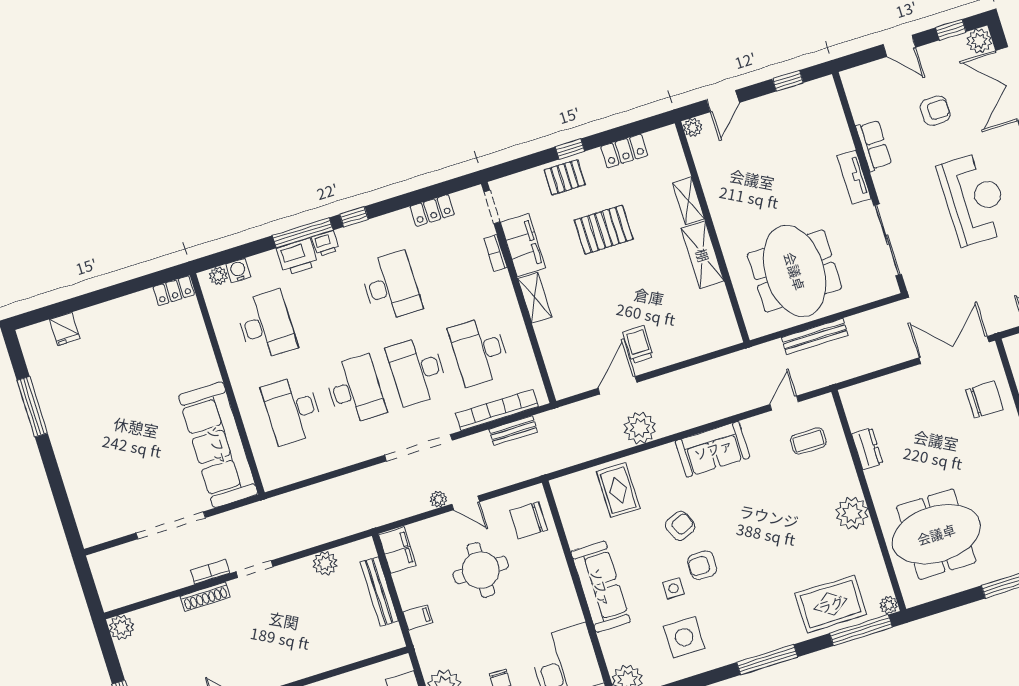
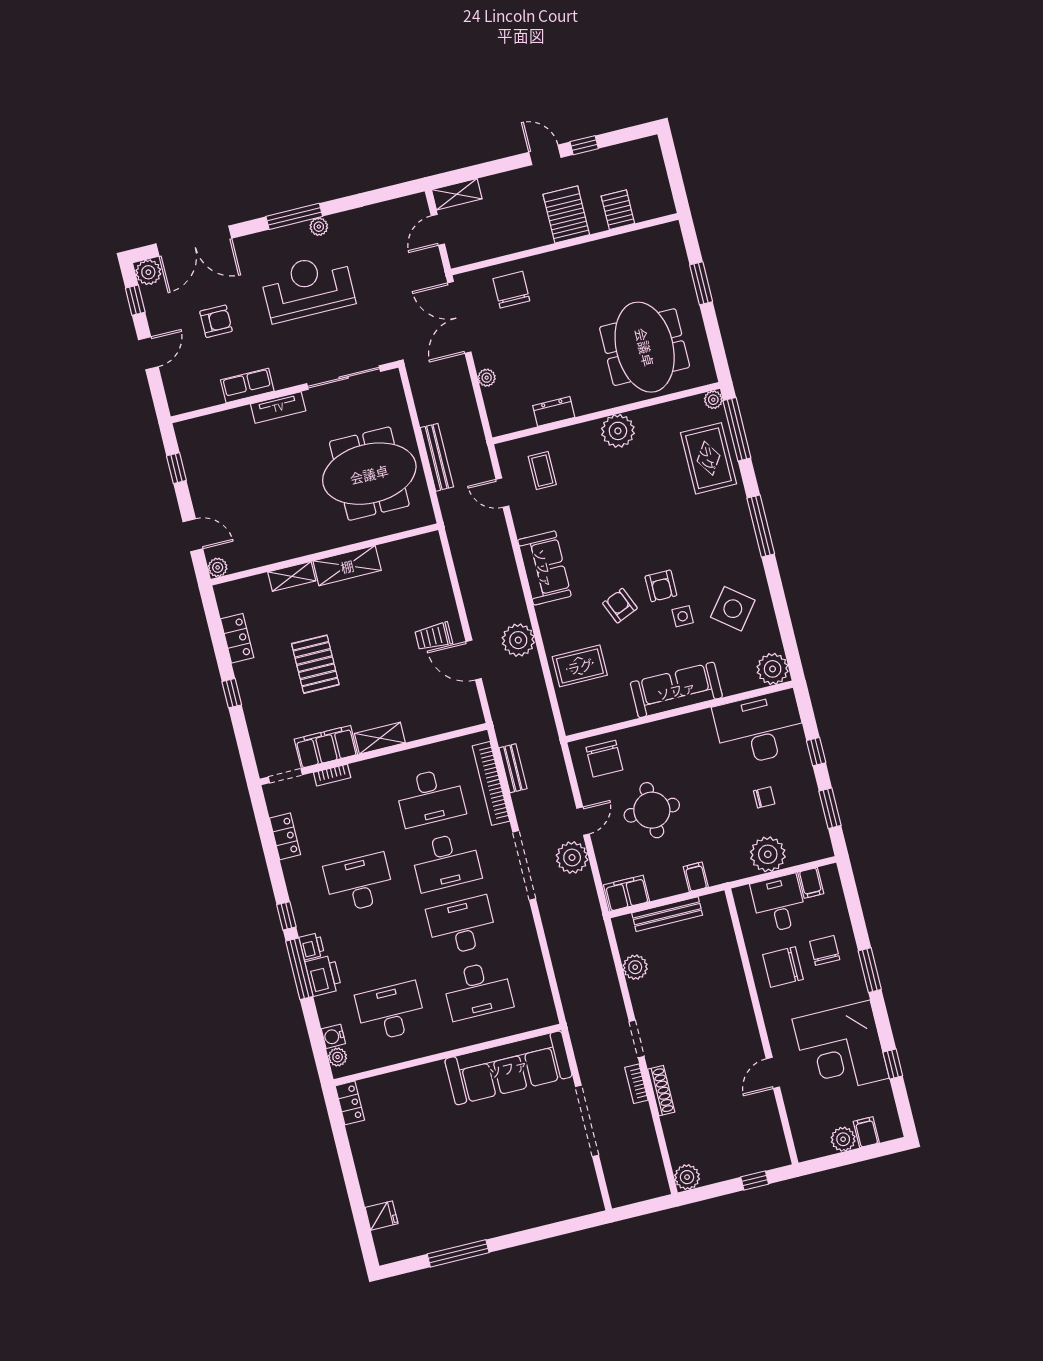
armchair: (935, 111) -> (216, 321), turned 90
pallet: (565, 177) -> (260, 700), removed
plant: (896, 381) -> (487, 378), added
plant: (438, 499) -> (572, 858), width x1.87, depth x1.87
side table: (684, 637) -> (733, 609), turned 38

